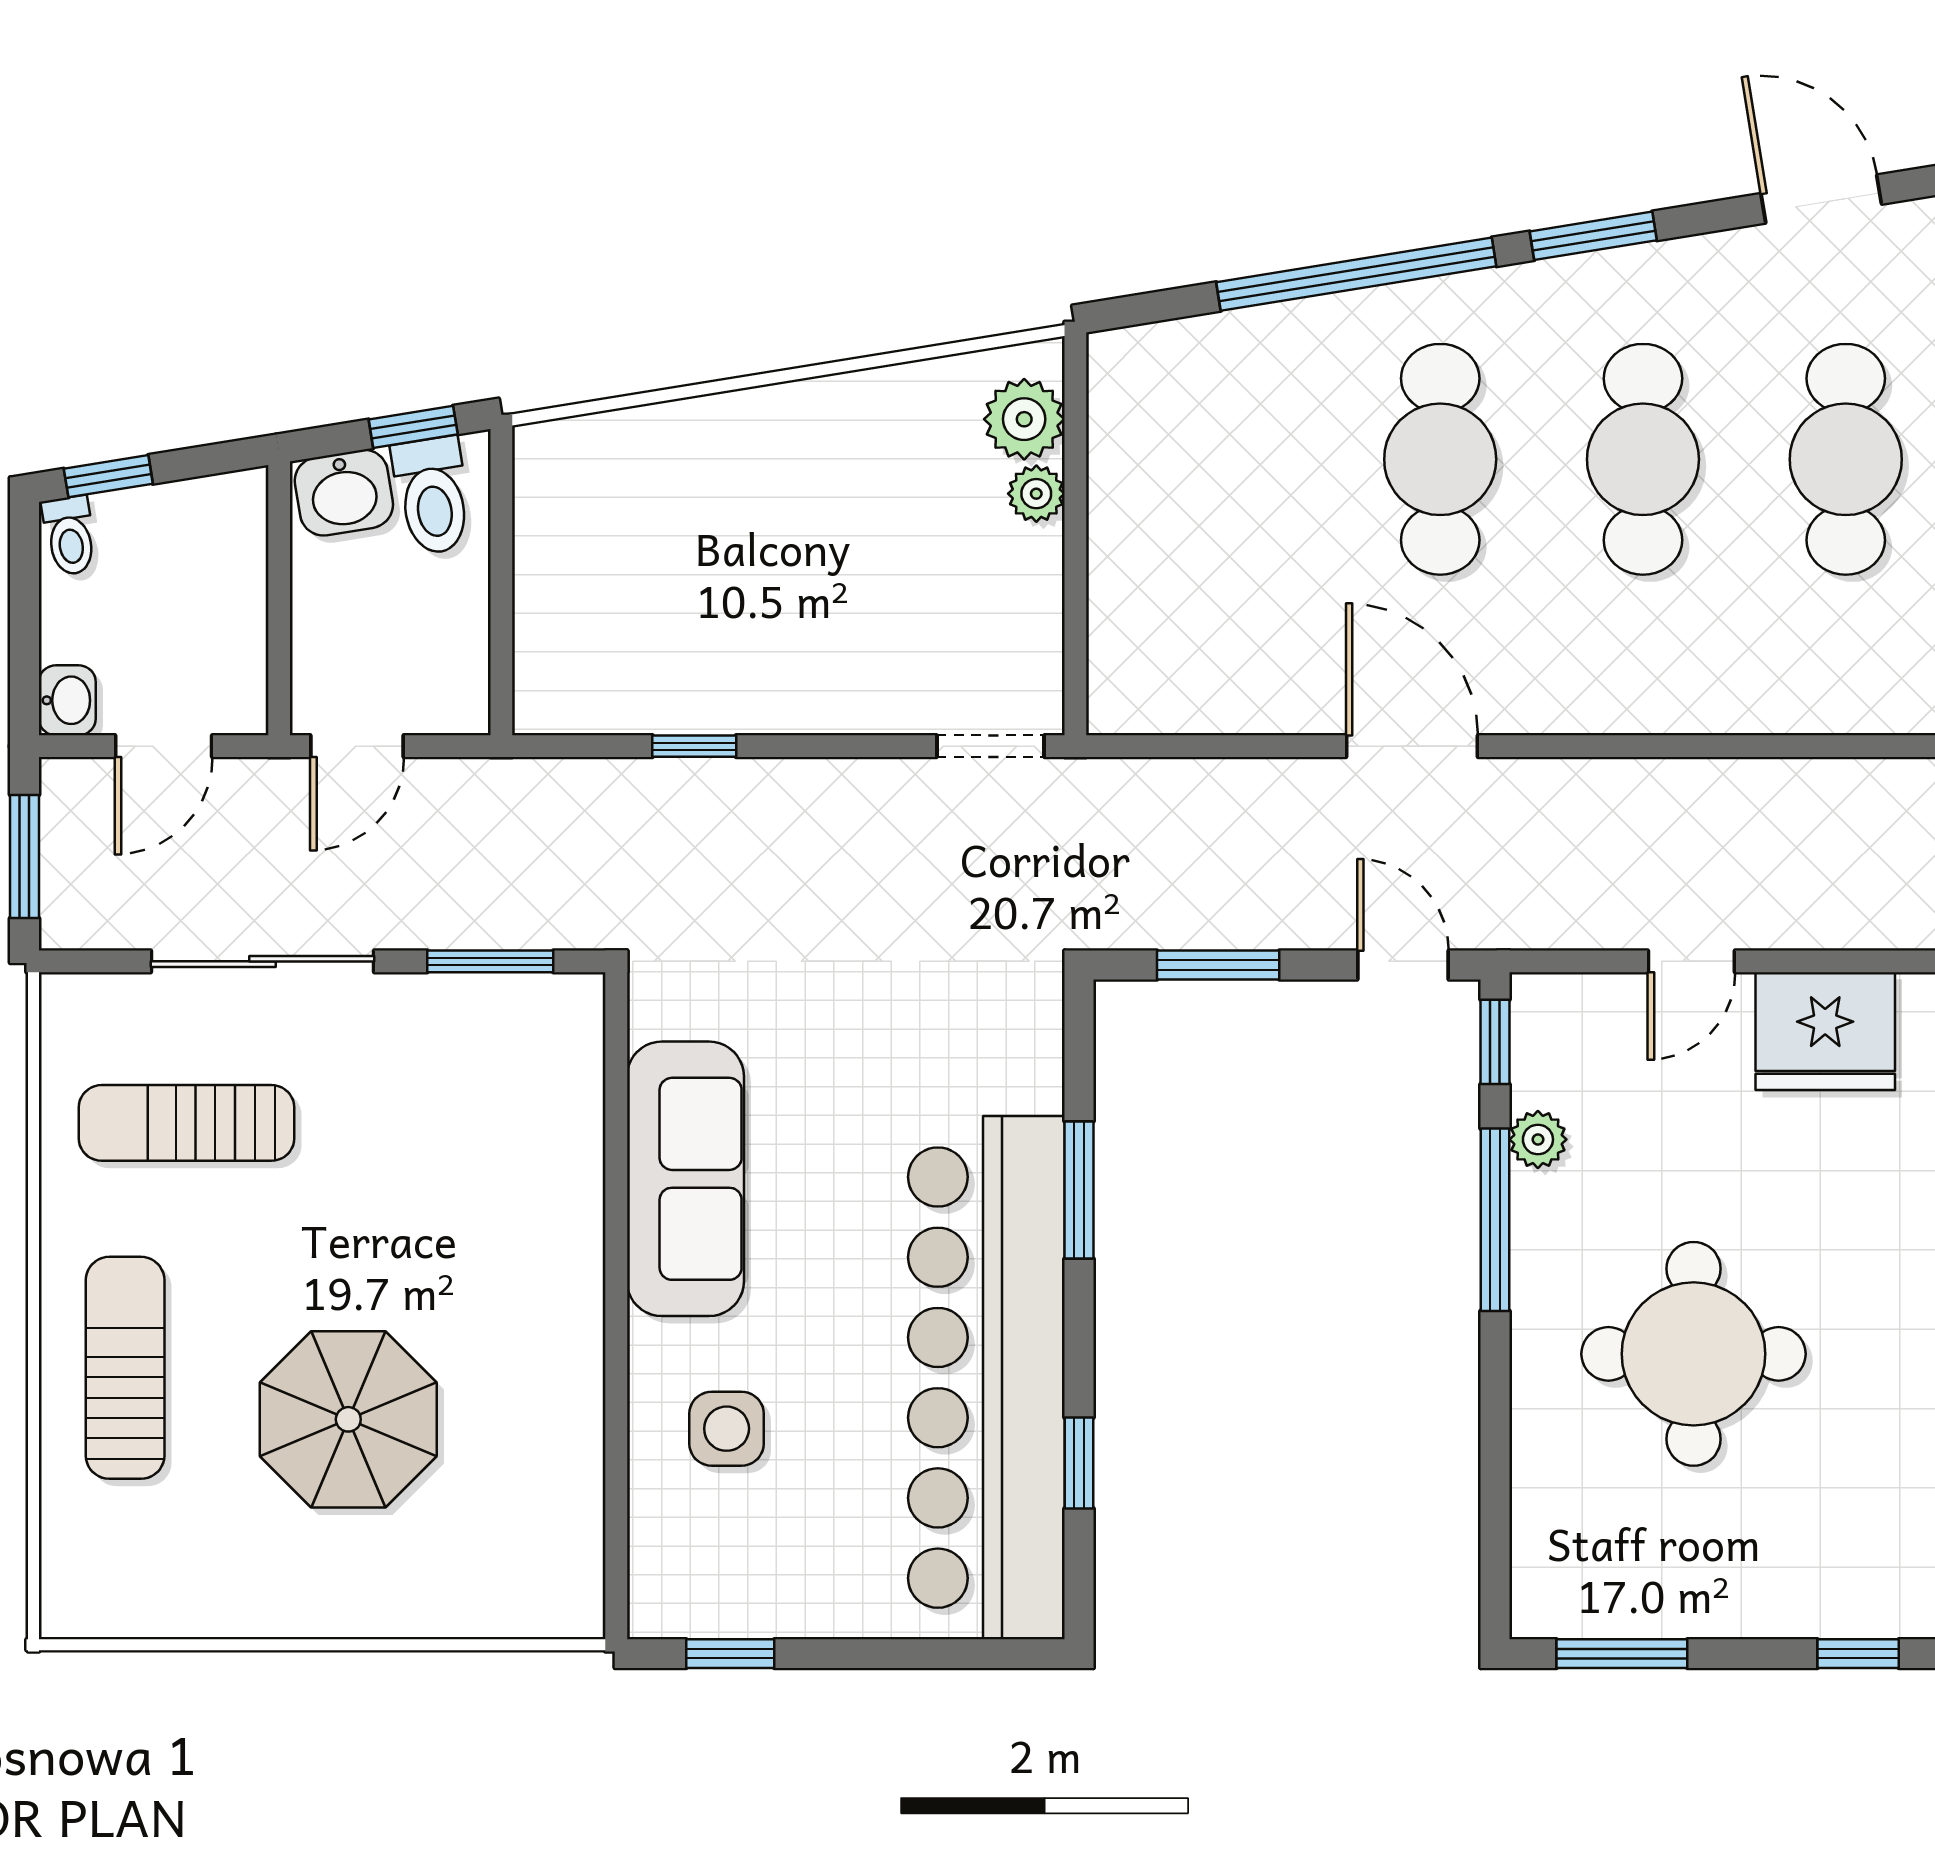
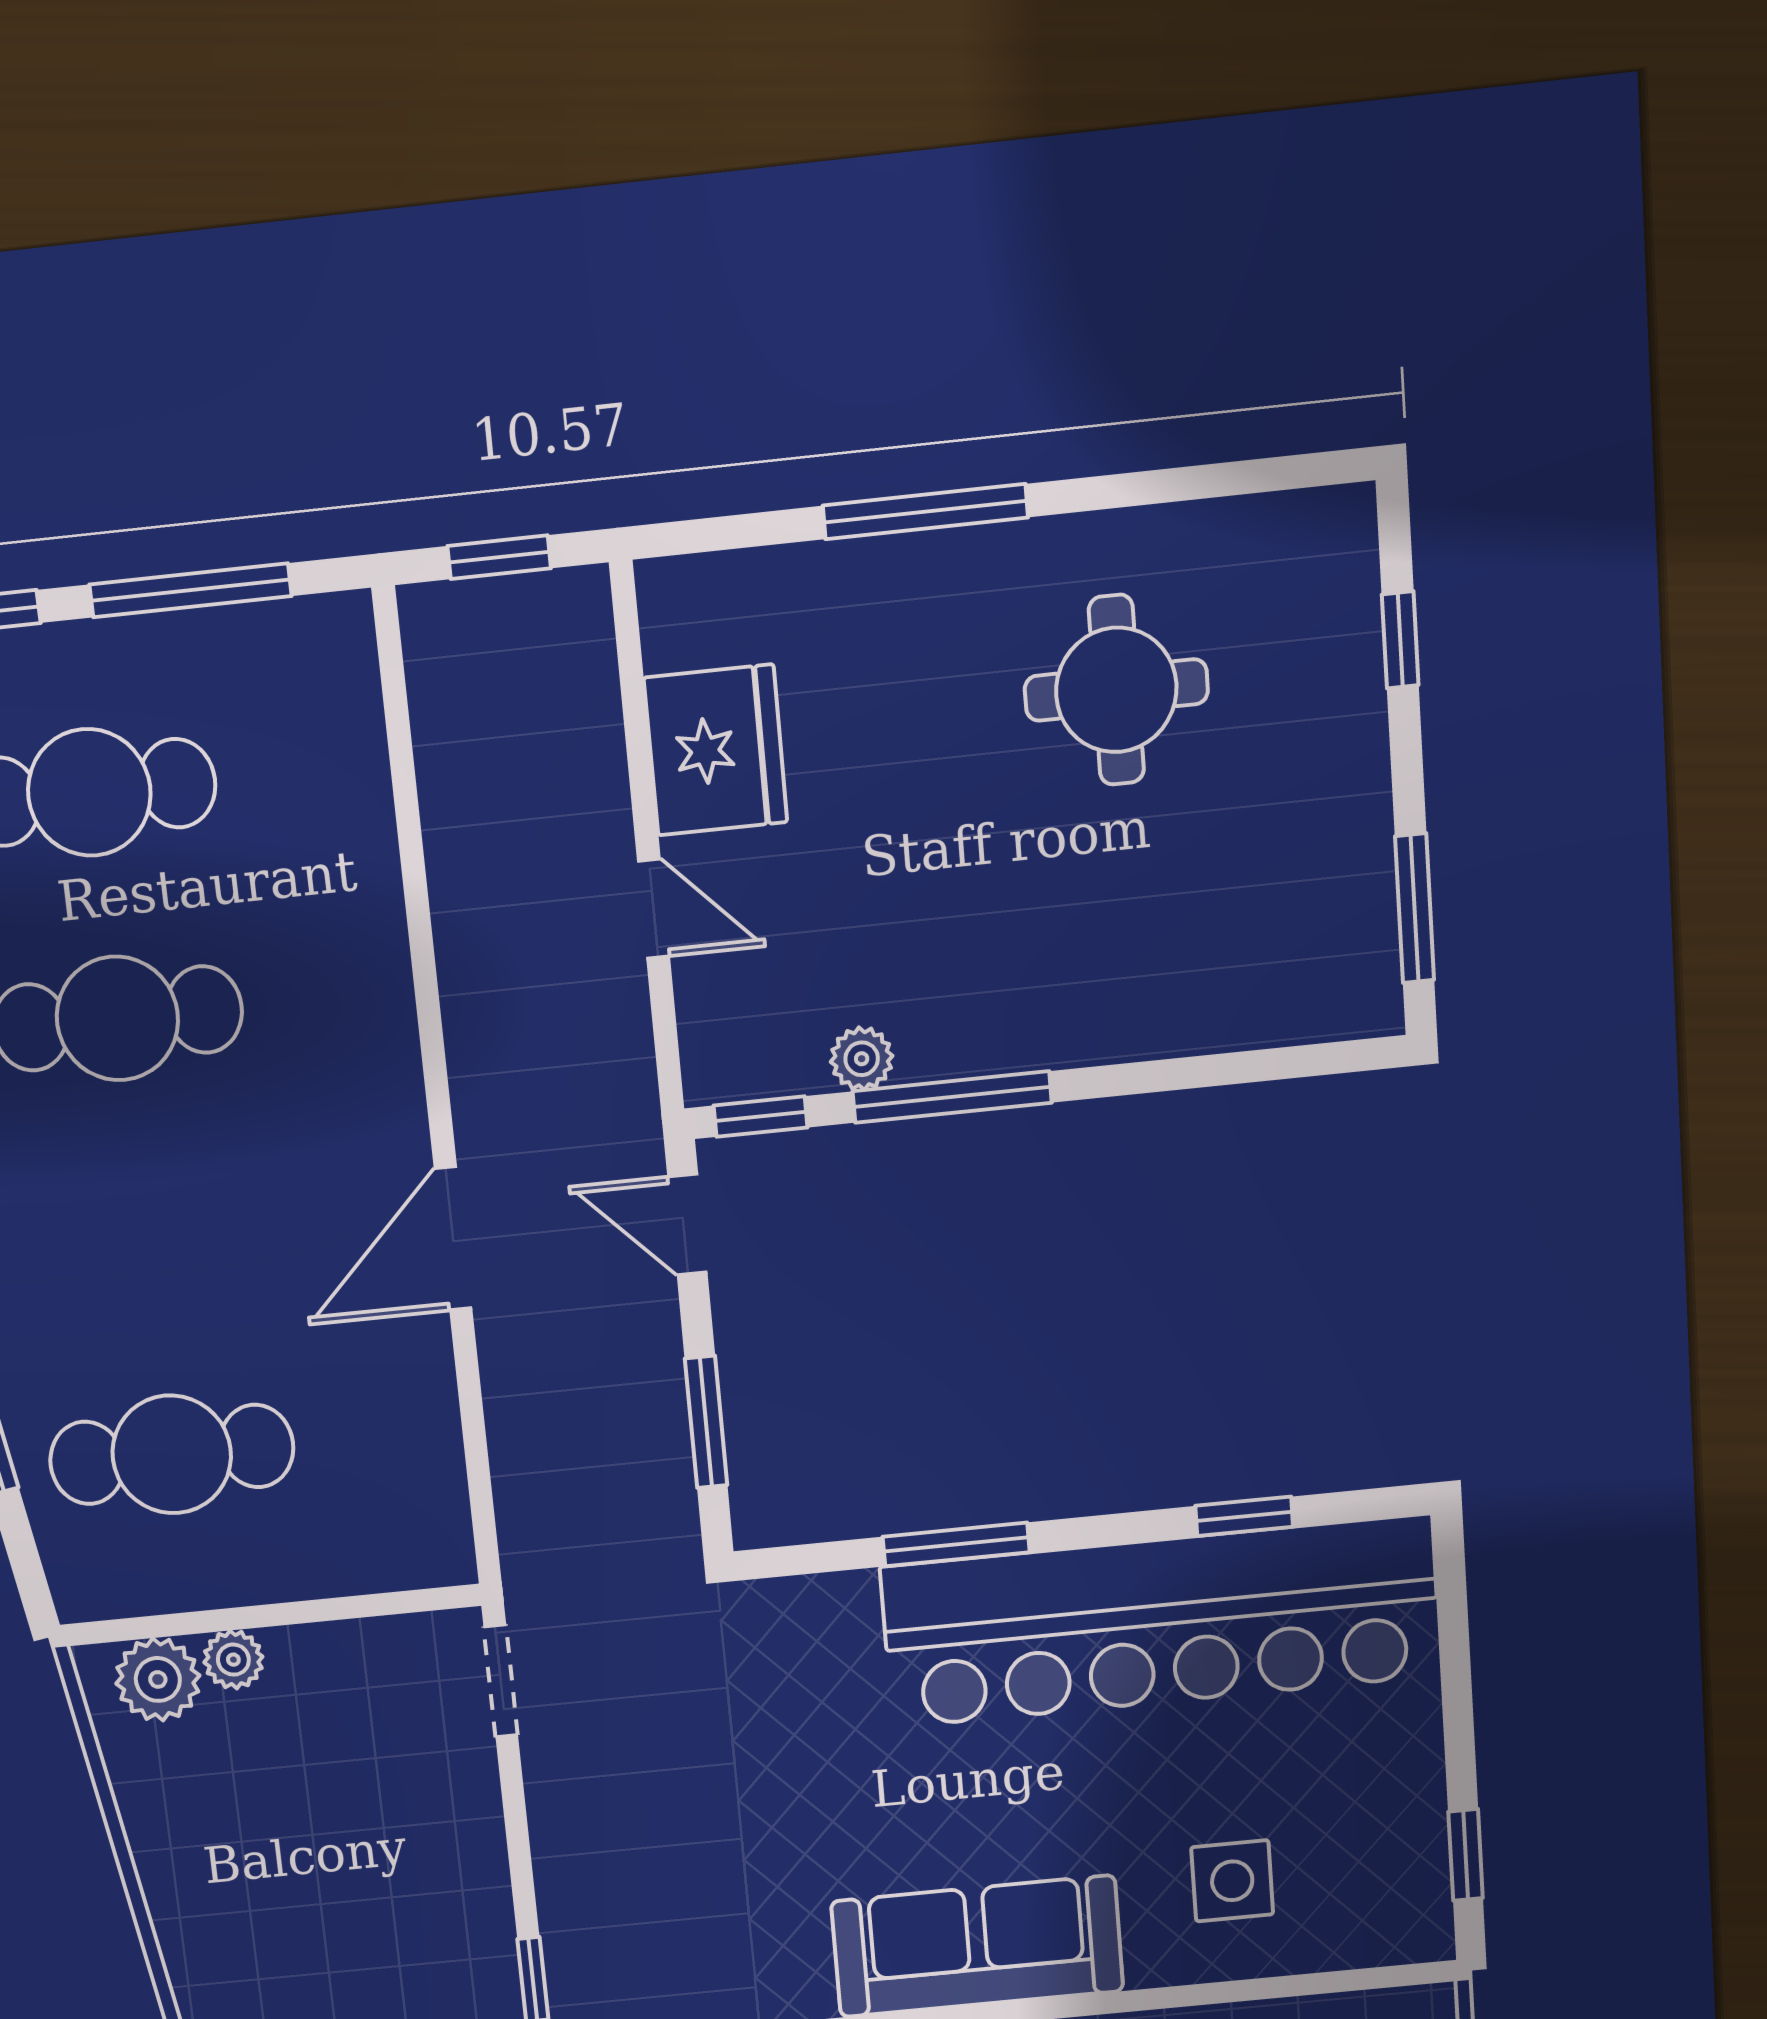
cafe table: (1440, 459) -> (172, 1454), moved
door: (1403, 965) -> (687, 1225), hinge flipped
round table: (1694, 1354) -> (1116, 690), moved, width x0.73, depth x0.73

